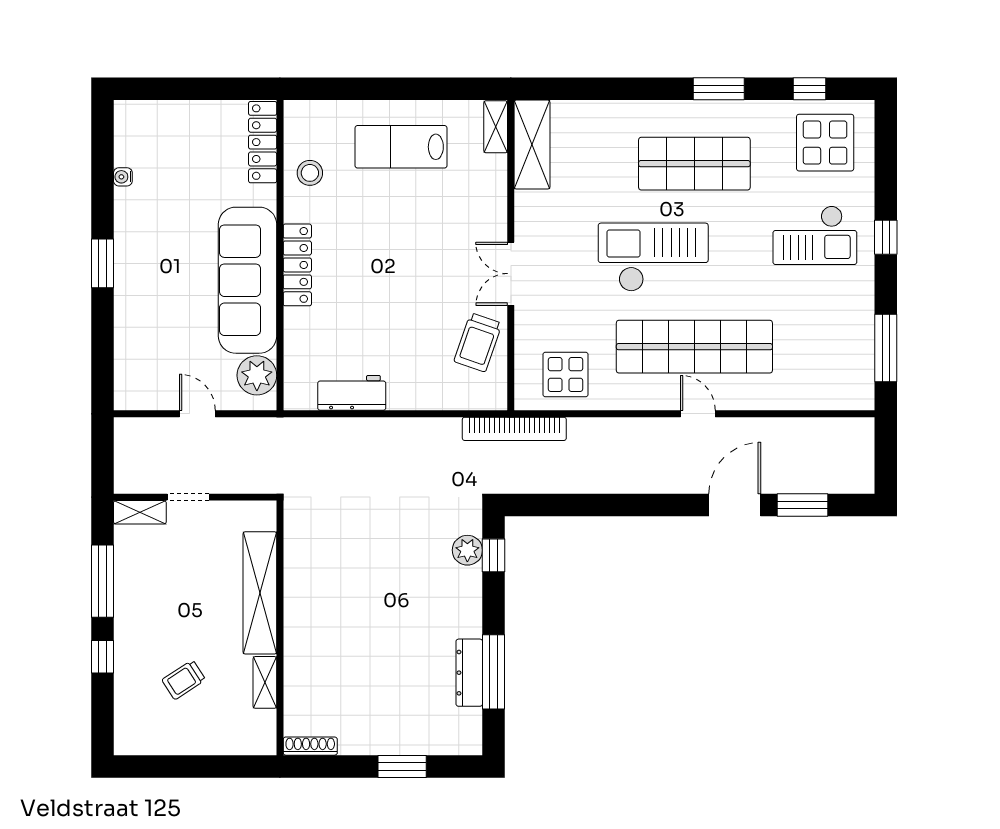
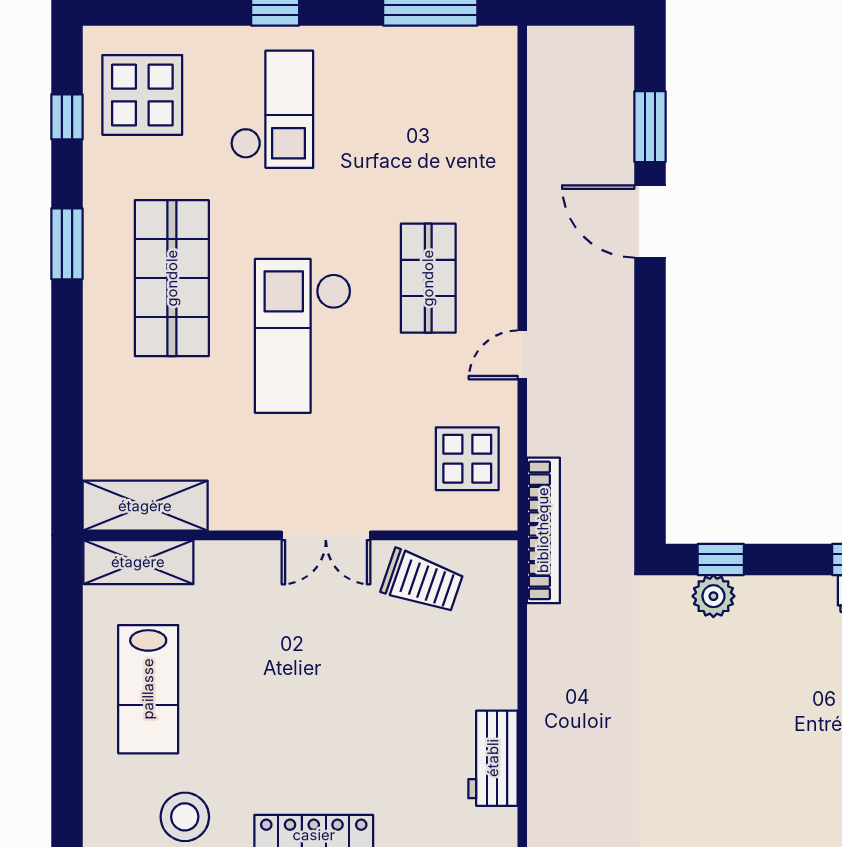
shelving: (496, 127) -> (138, 562), width x1.50, depth x1.33
stool: (310, 173) -> (185, 817), width x1.38, depth x1.38
shop shelf: (694, 347) -> (428, 278), width x0.50, depth x0.74
door: (698, 414) -> (522, 355), moved

